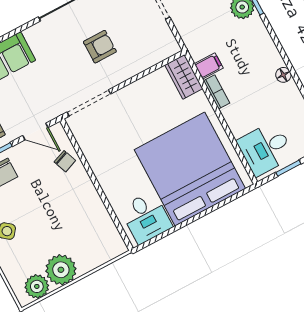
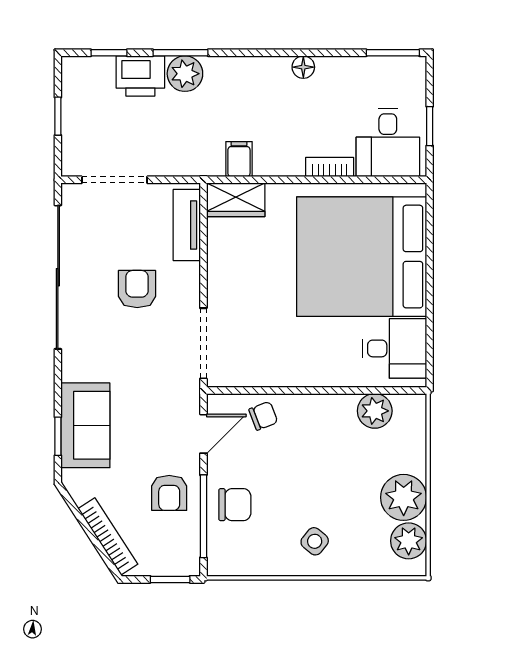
tv unit: (153, 56) -> (187, 225), added
bookcase: (217, 92) -> (330, 167), moved
plant: (103, 225) -> (375, 411), added

